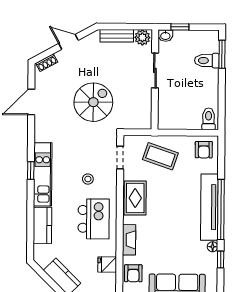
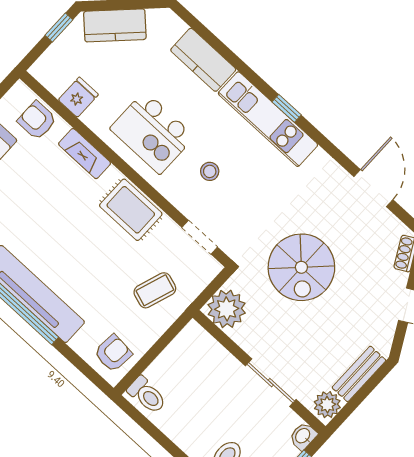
plant: (140, 118) -> (227, 309), added
armchair: (204, 150) -> (113, 353), turned 95
coffee table: (160, 156) -> (155, 290), width x0.73, depth x0.77

